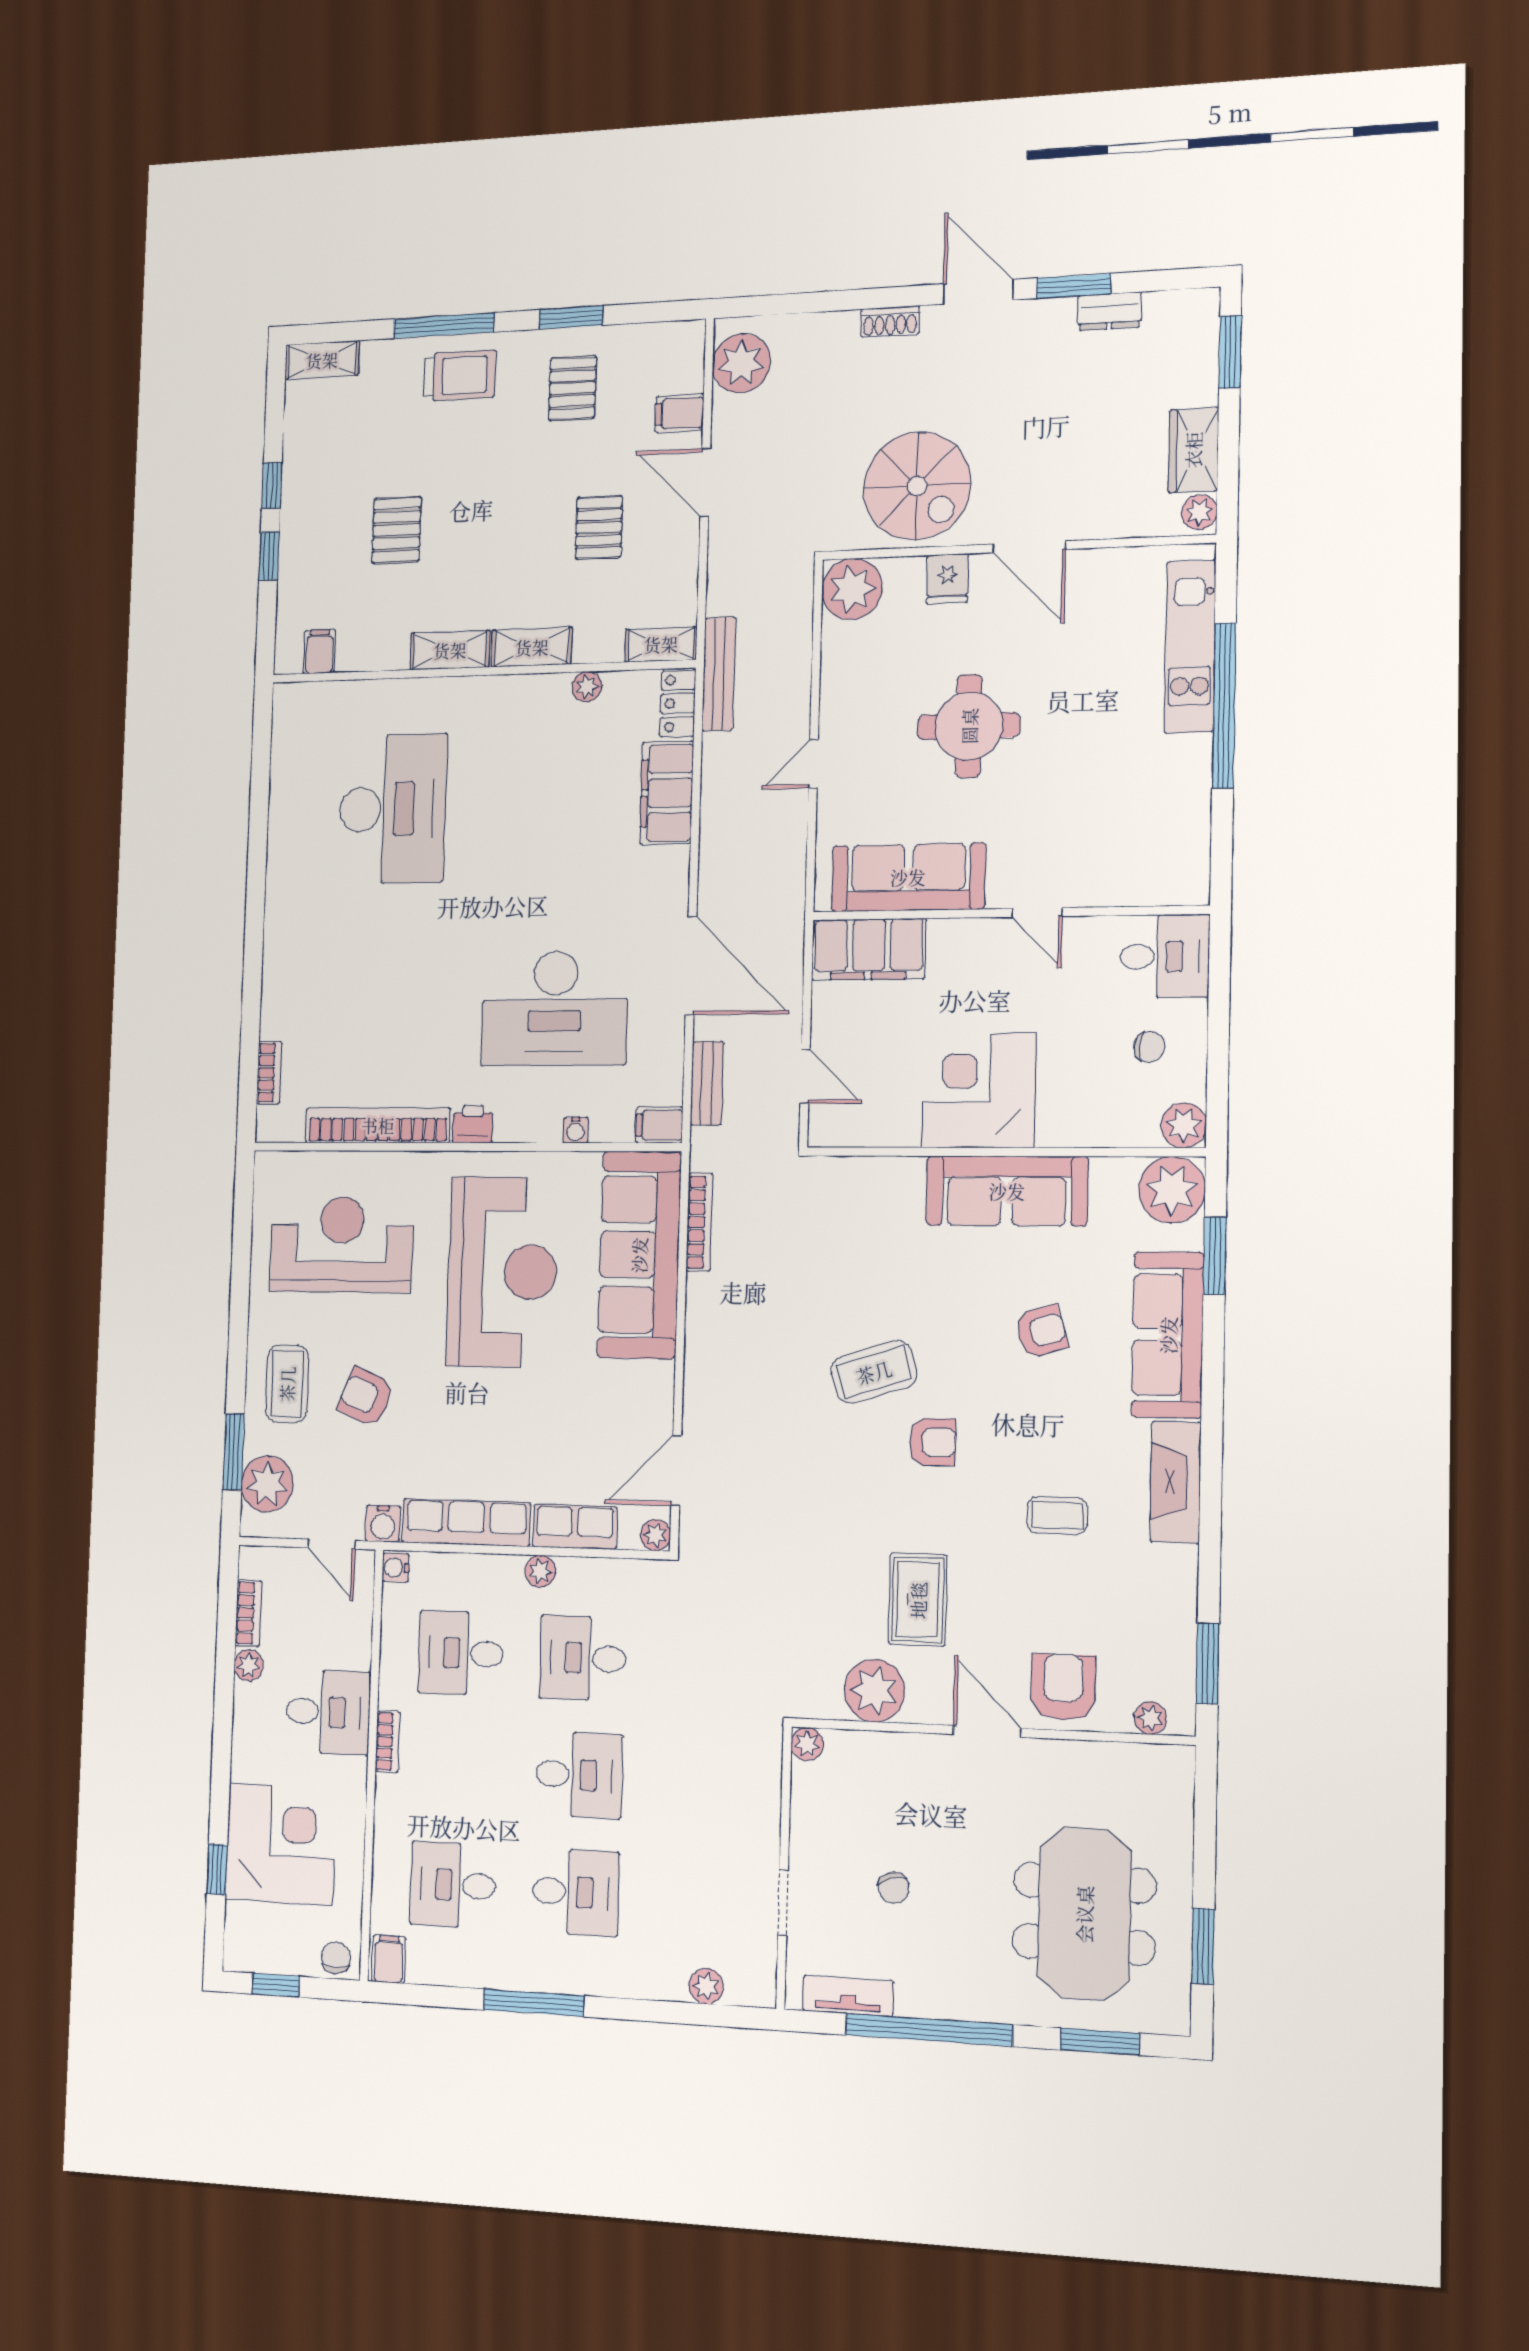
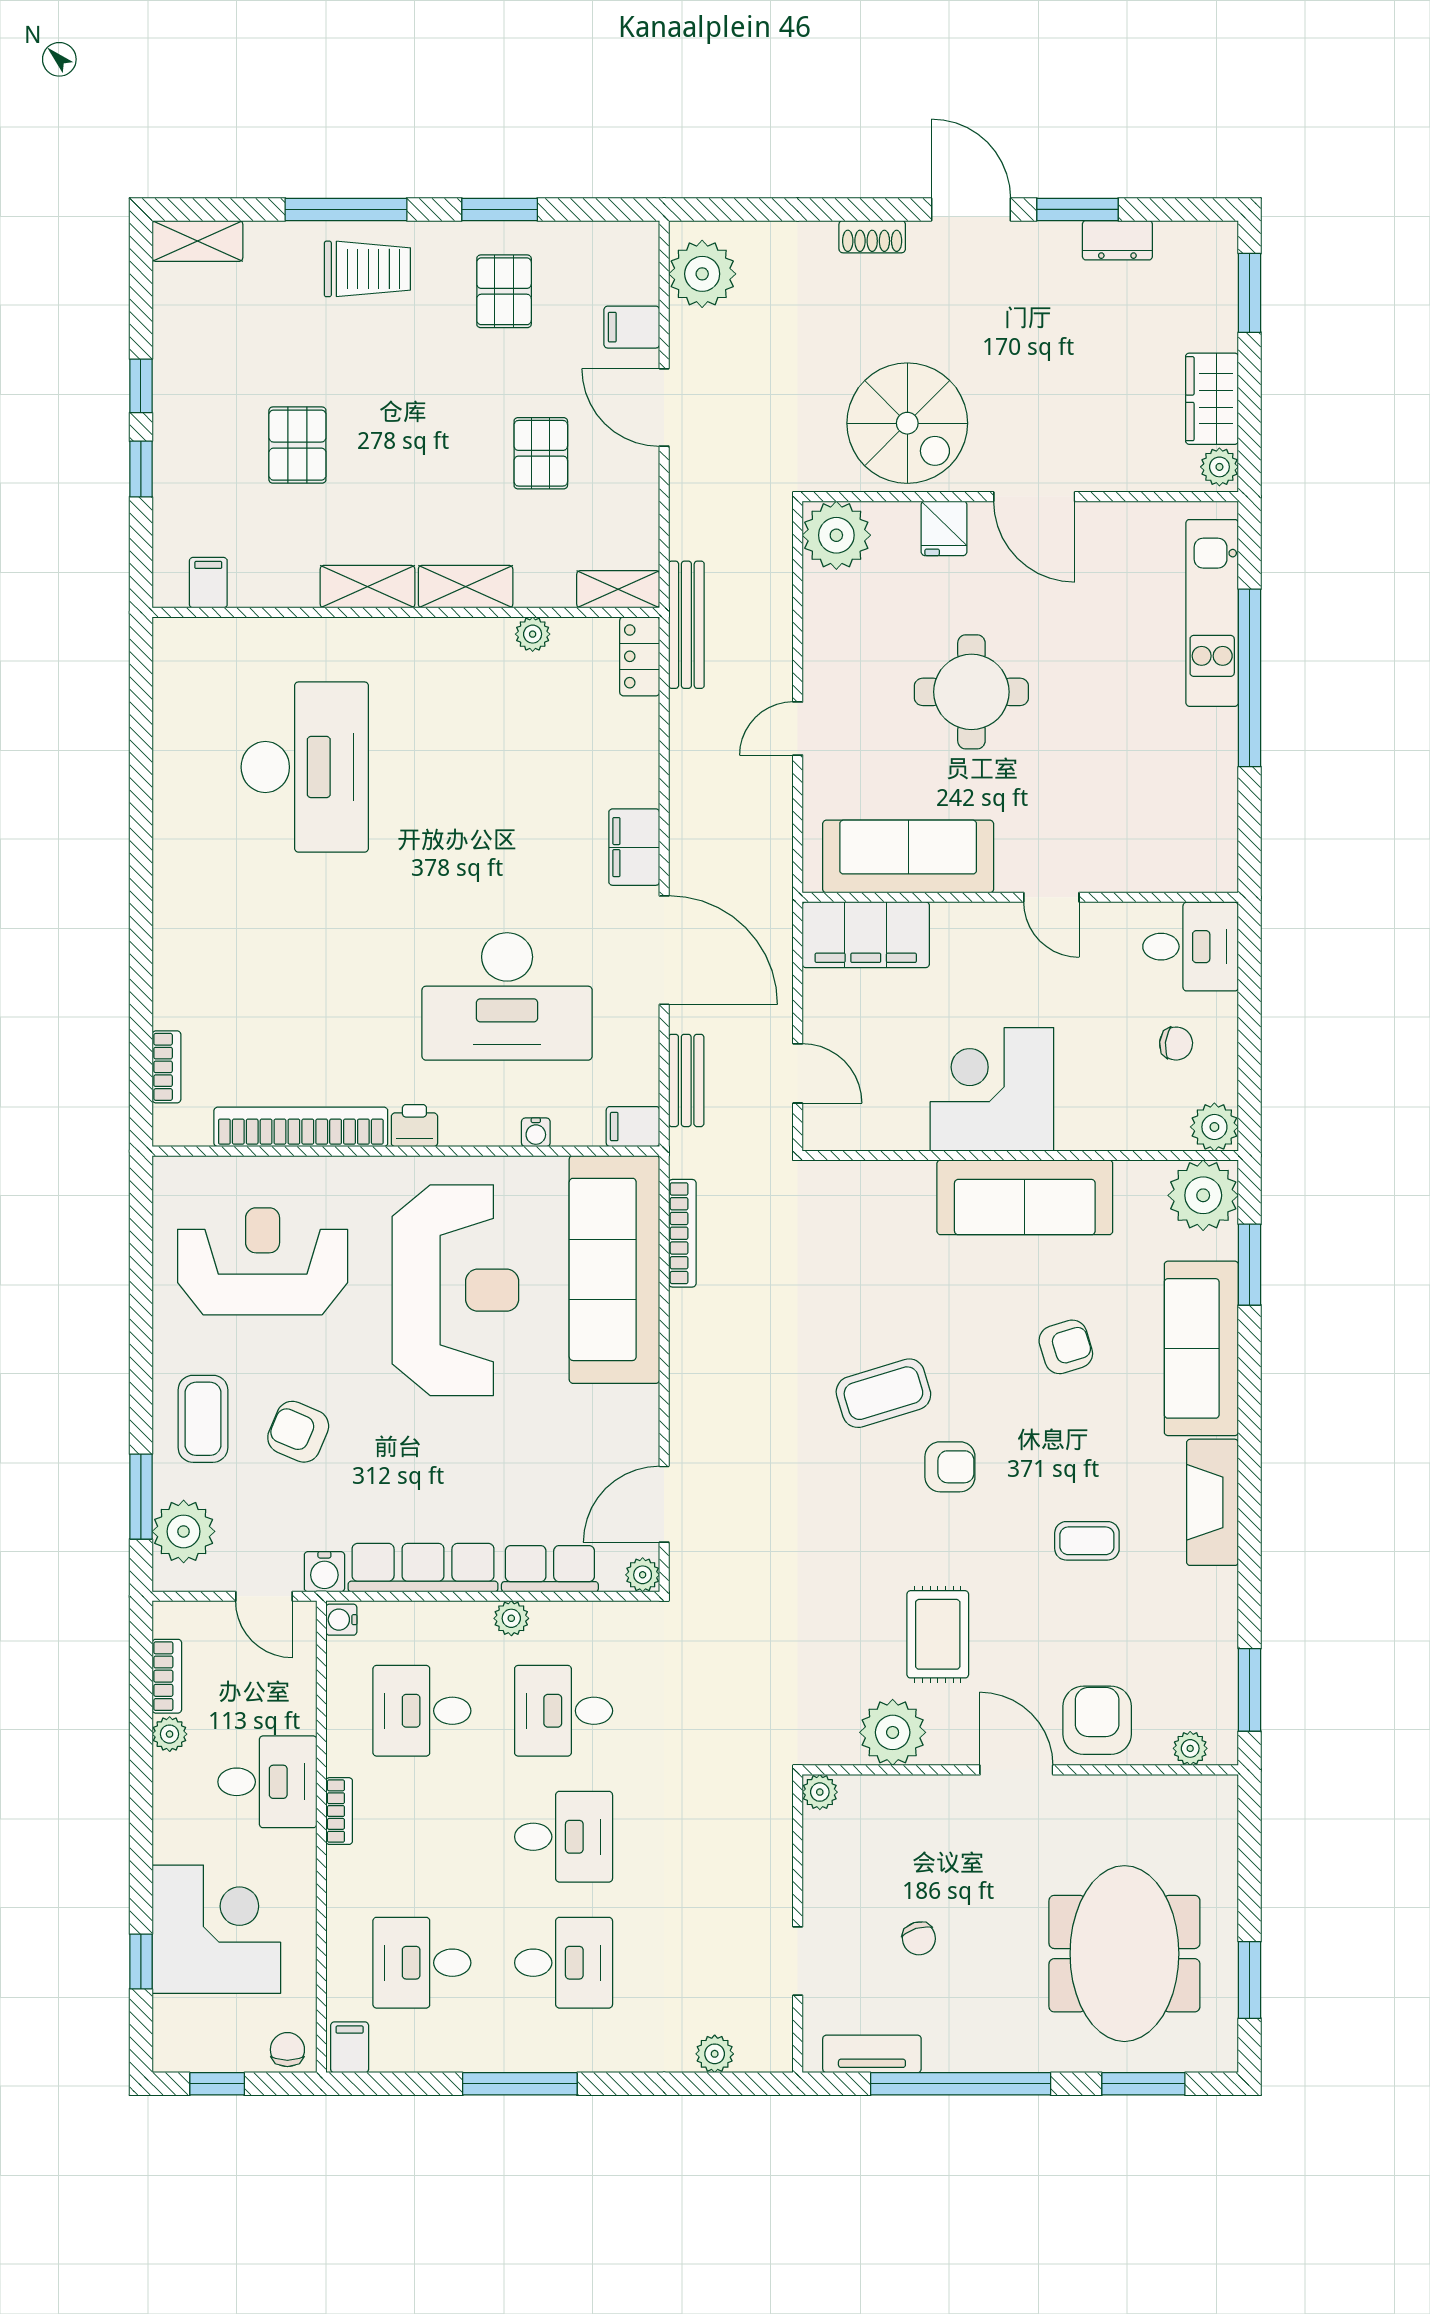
filing cabinet: (667, 793) -> (634, 847), moved, width x0.67, depth x0.86

